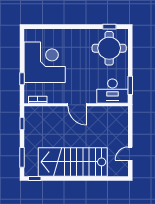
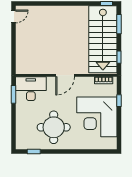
round table: (109, 48) -> (54, 127), moved
door: (77, 105) -> (65, 75), swing flipped
door: (130, 154) -> (13, 16), moved
stairs: (73, 162) -> (103, 39), moved, turned 90

